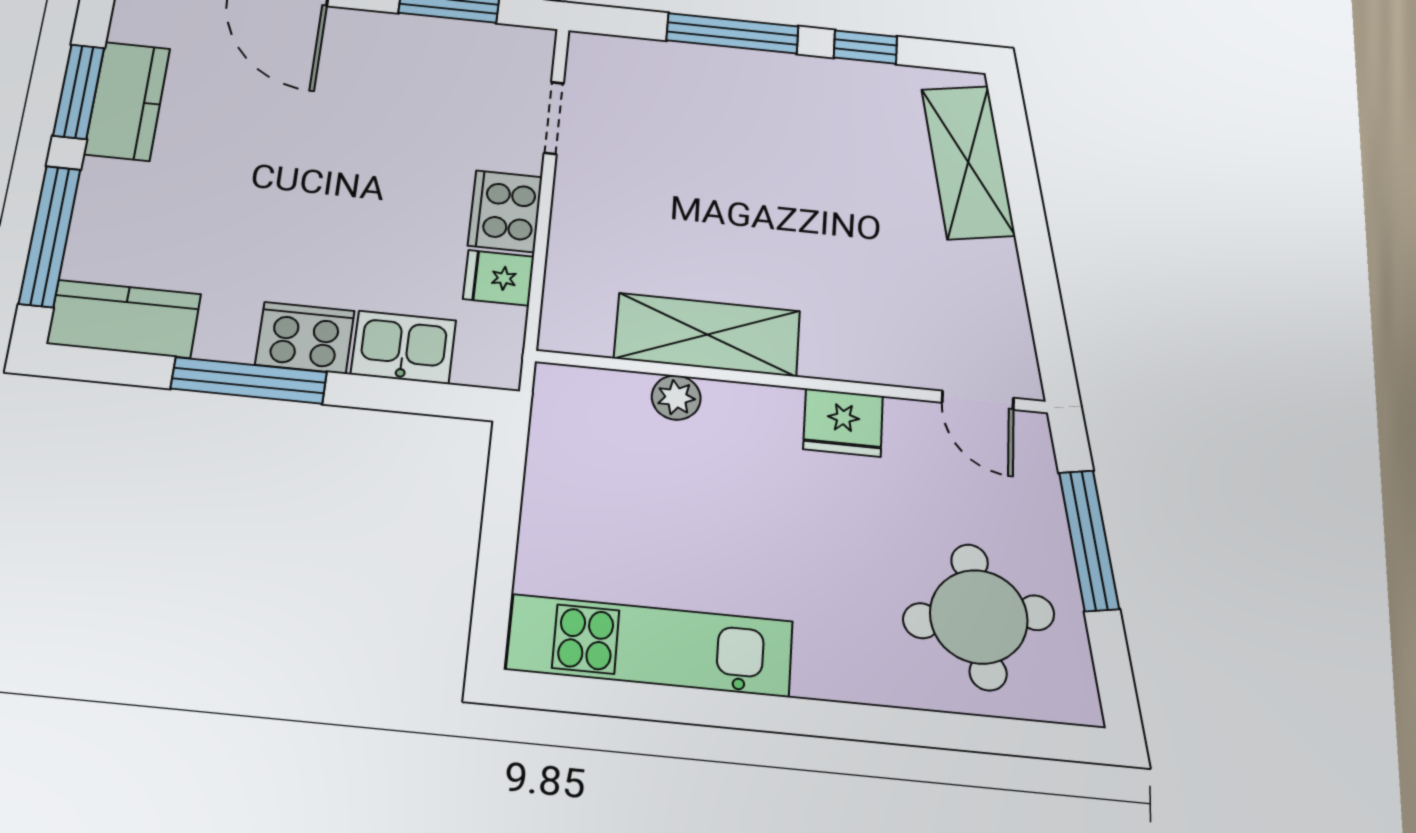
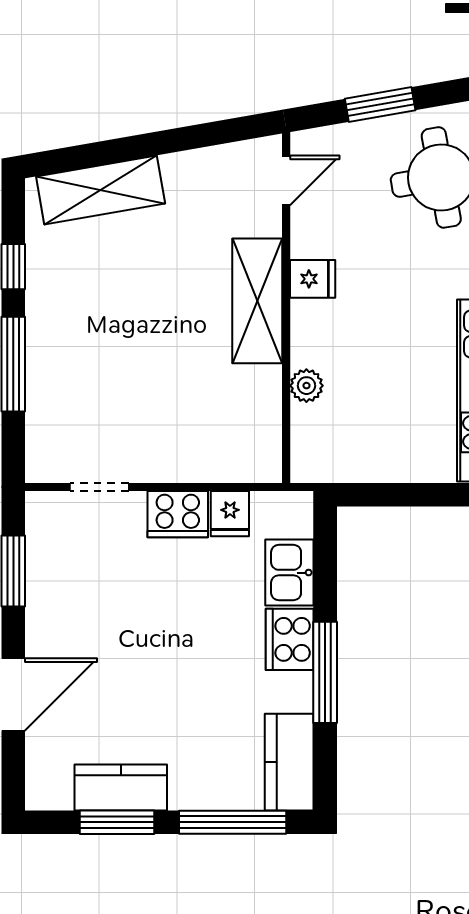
shelving: (707, 335) -> (257, 301), moved
fridge: (843, 422) -> (313, 279), width x0.72
window: (1089, 540) -> (380, 104), width x0.69

